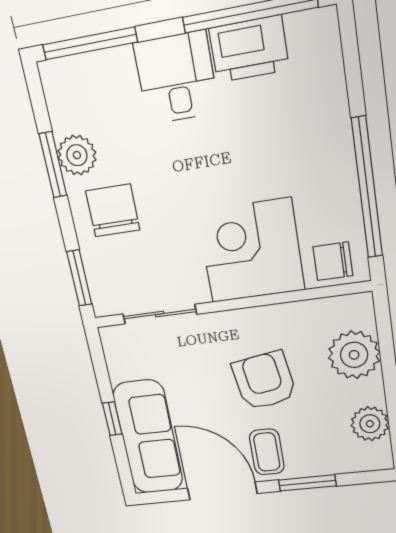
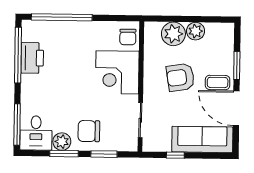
desk: (176, 78) -> (36, 133), moved, turned -90
window: (367, 188) -> (62, 17), moved
window: (79, 278) -> (104, 154), moved
window: (112, 419) -> (175, 155), moved
plant: (370, 424) -> (196, 31), moved
door: (222, 491) -> (236, 108), hinge flipped

